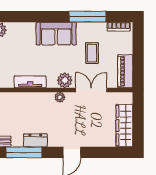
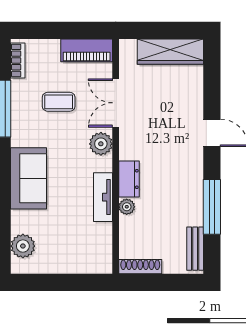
sofa: (56, 34) -> (28, 178), moved
plant: (60, 97) -> (127, 207), moved
dresser: (35, 140) -> (129, 179), moved, turned 180

